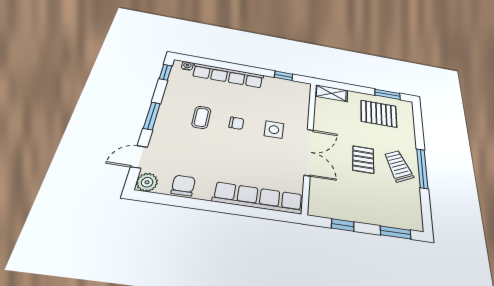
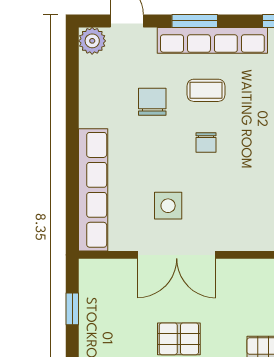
row of seats: (168, 108) -> (212, 40), added
side table: (274, 130) -> (168, 206), moved
chair: (183, 185) -> (152, 102), moved, turned -90

